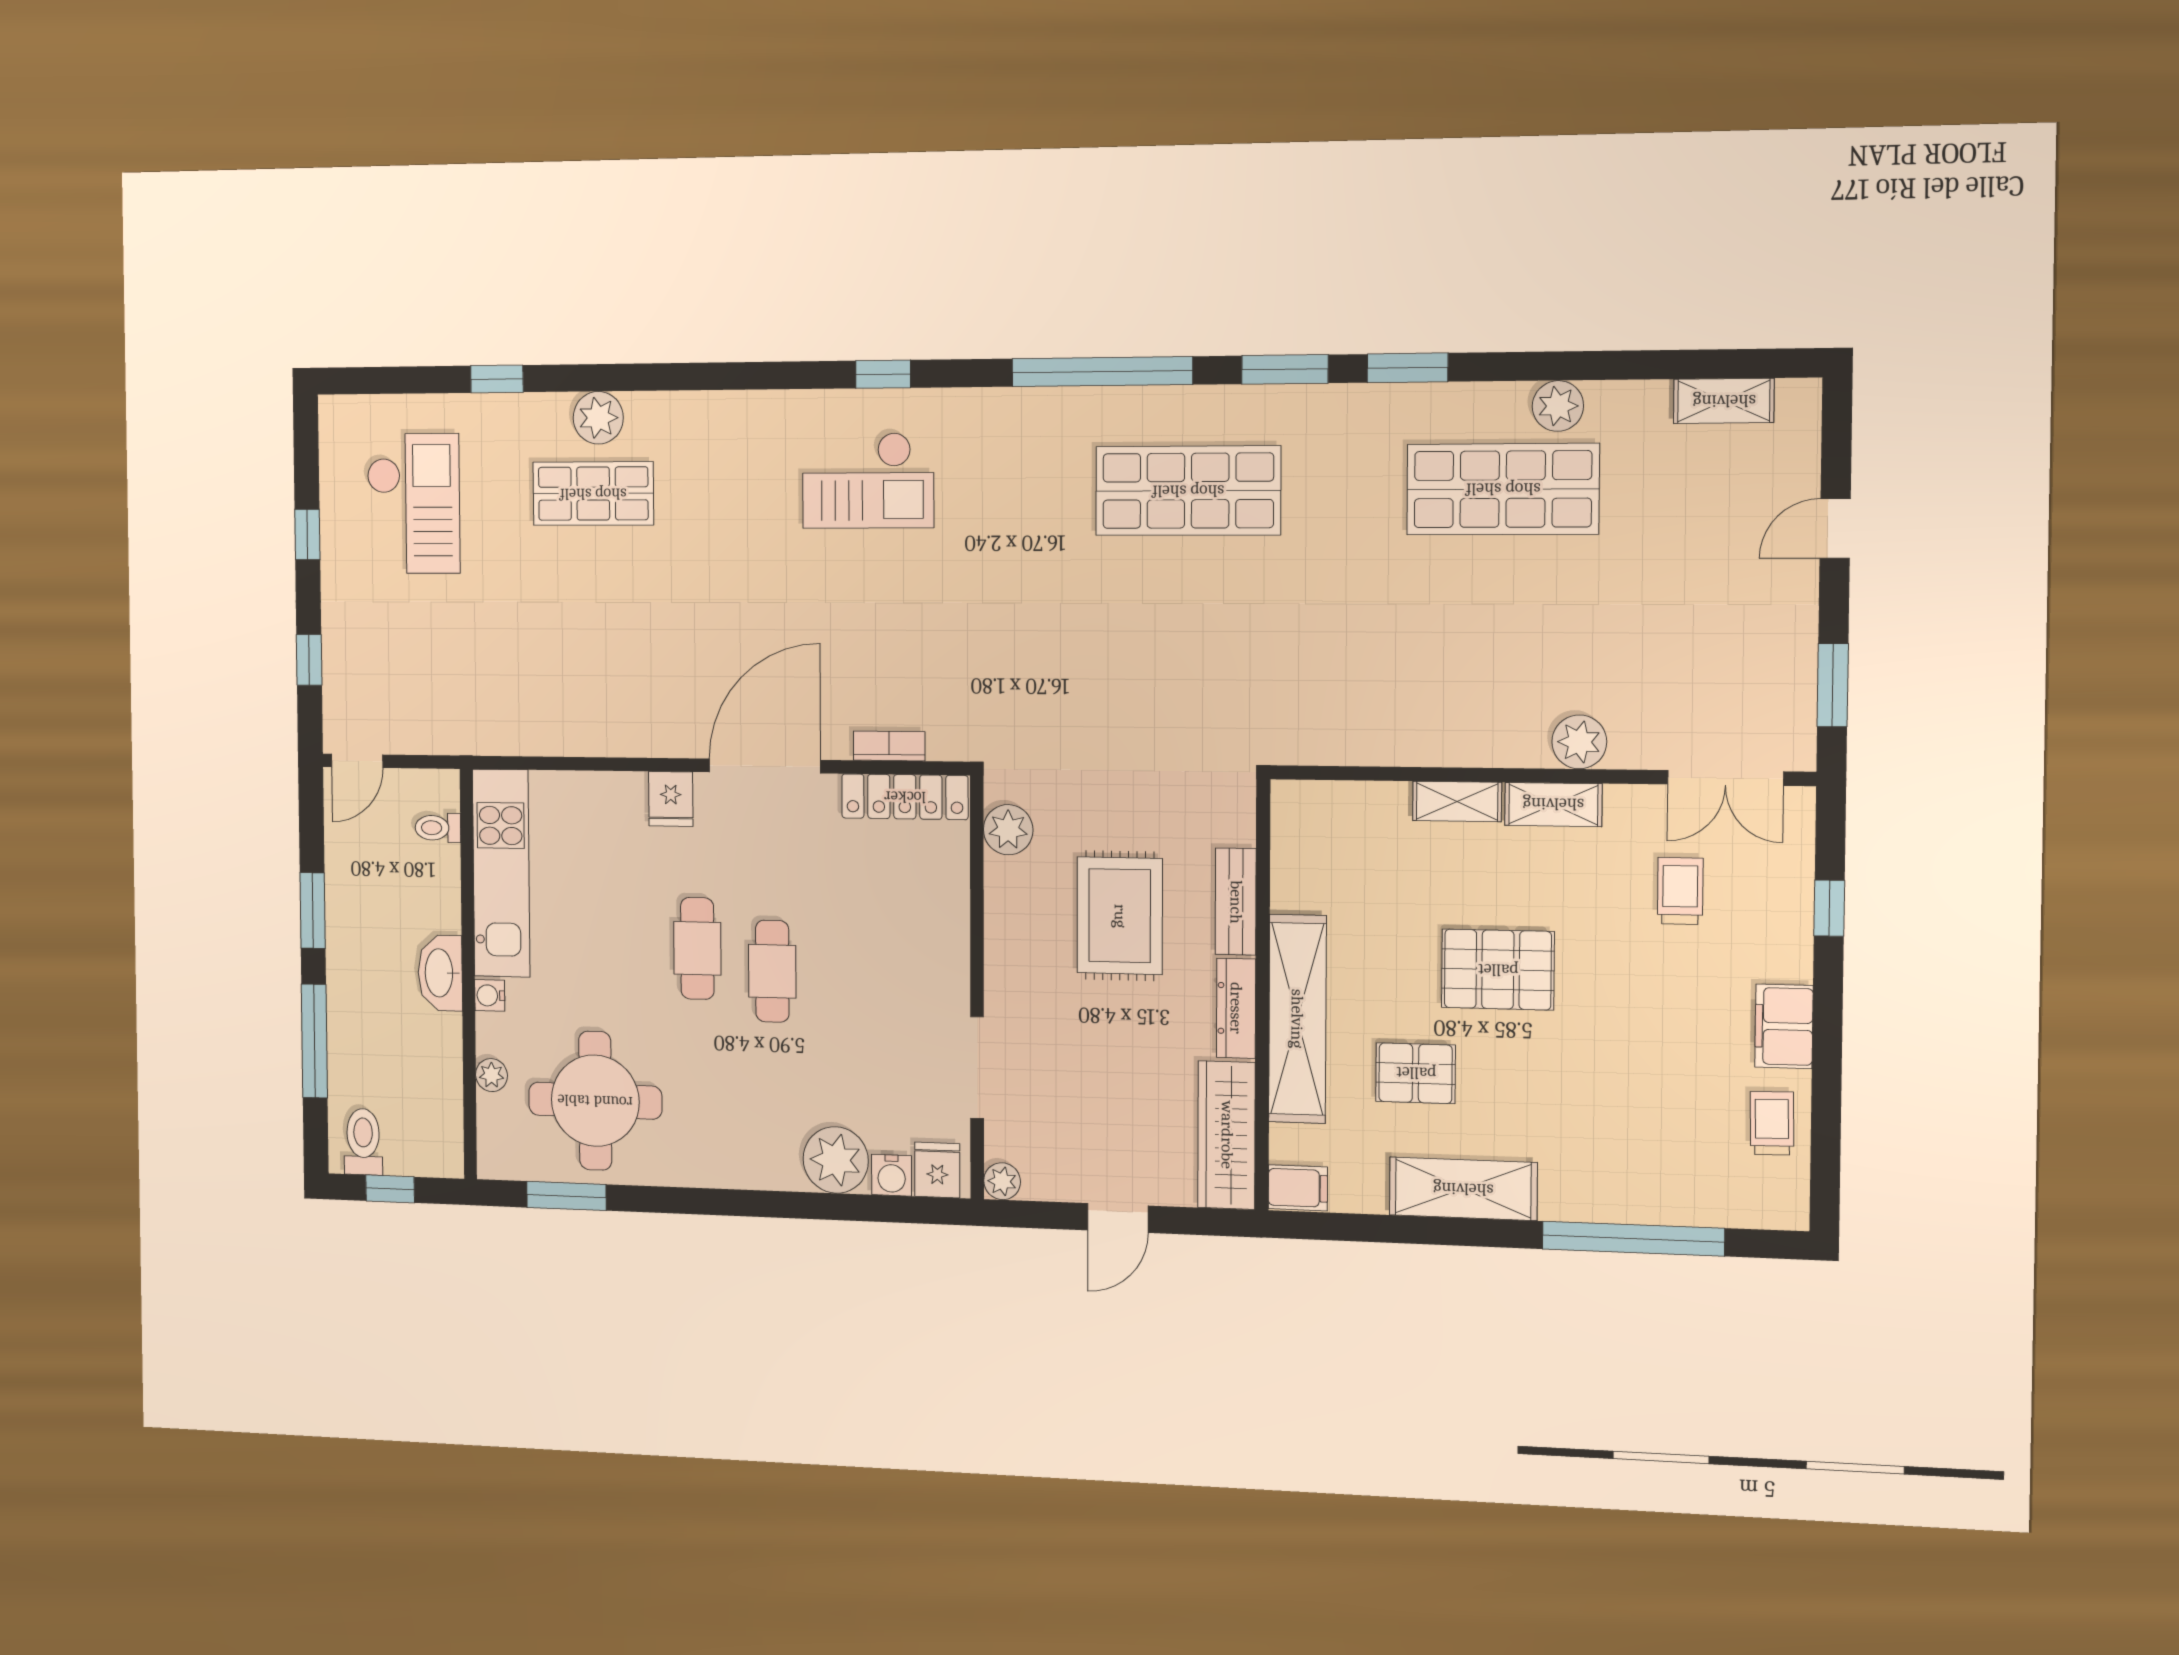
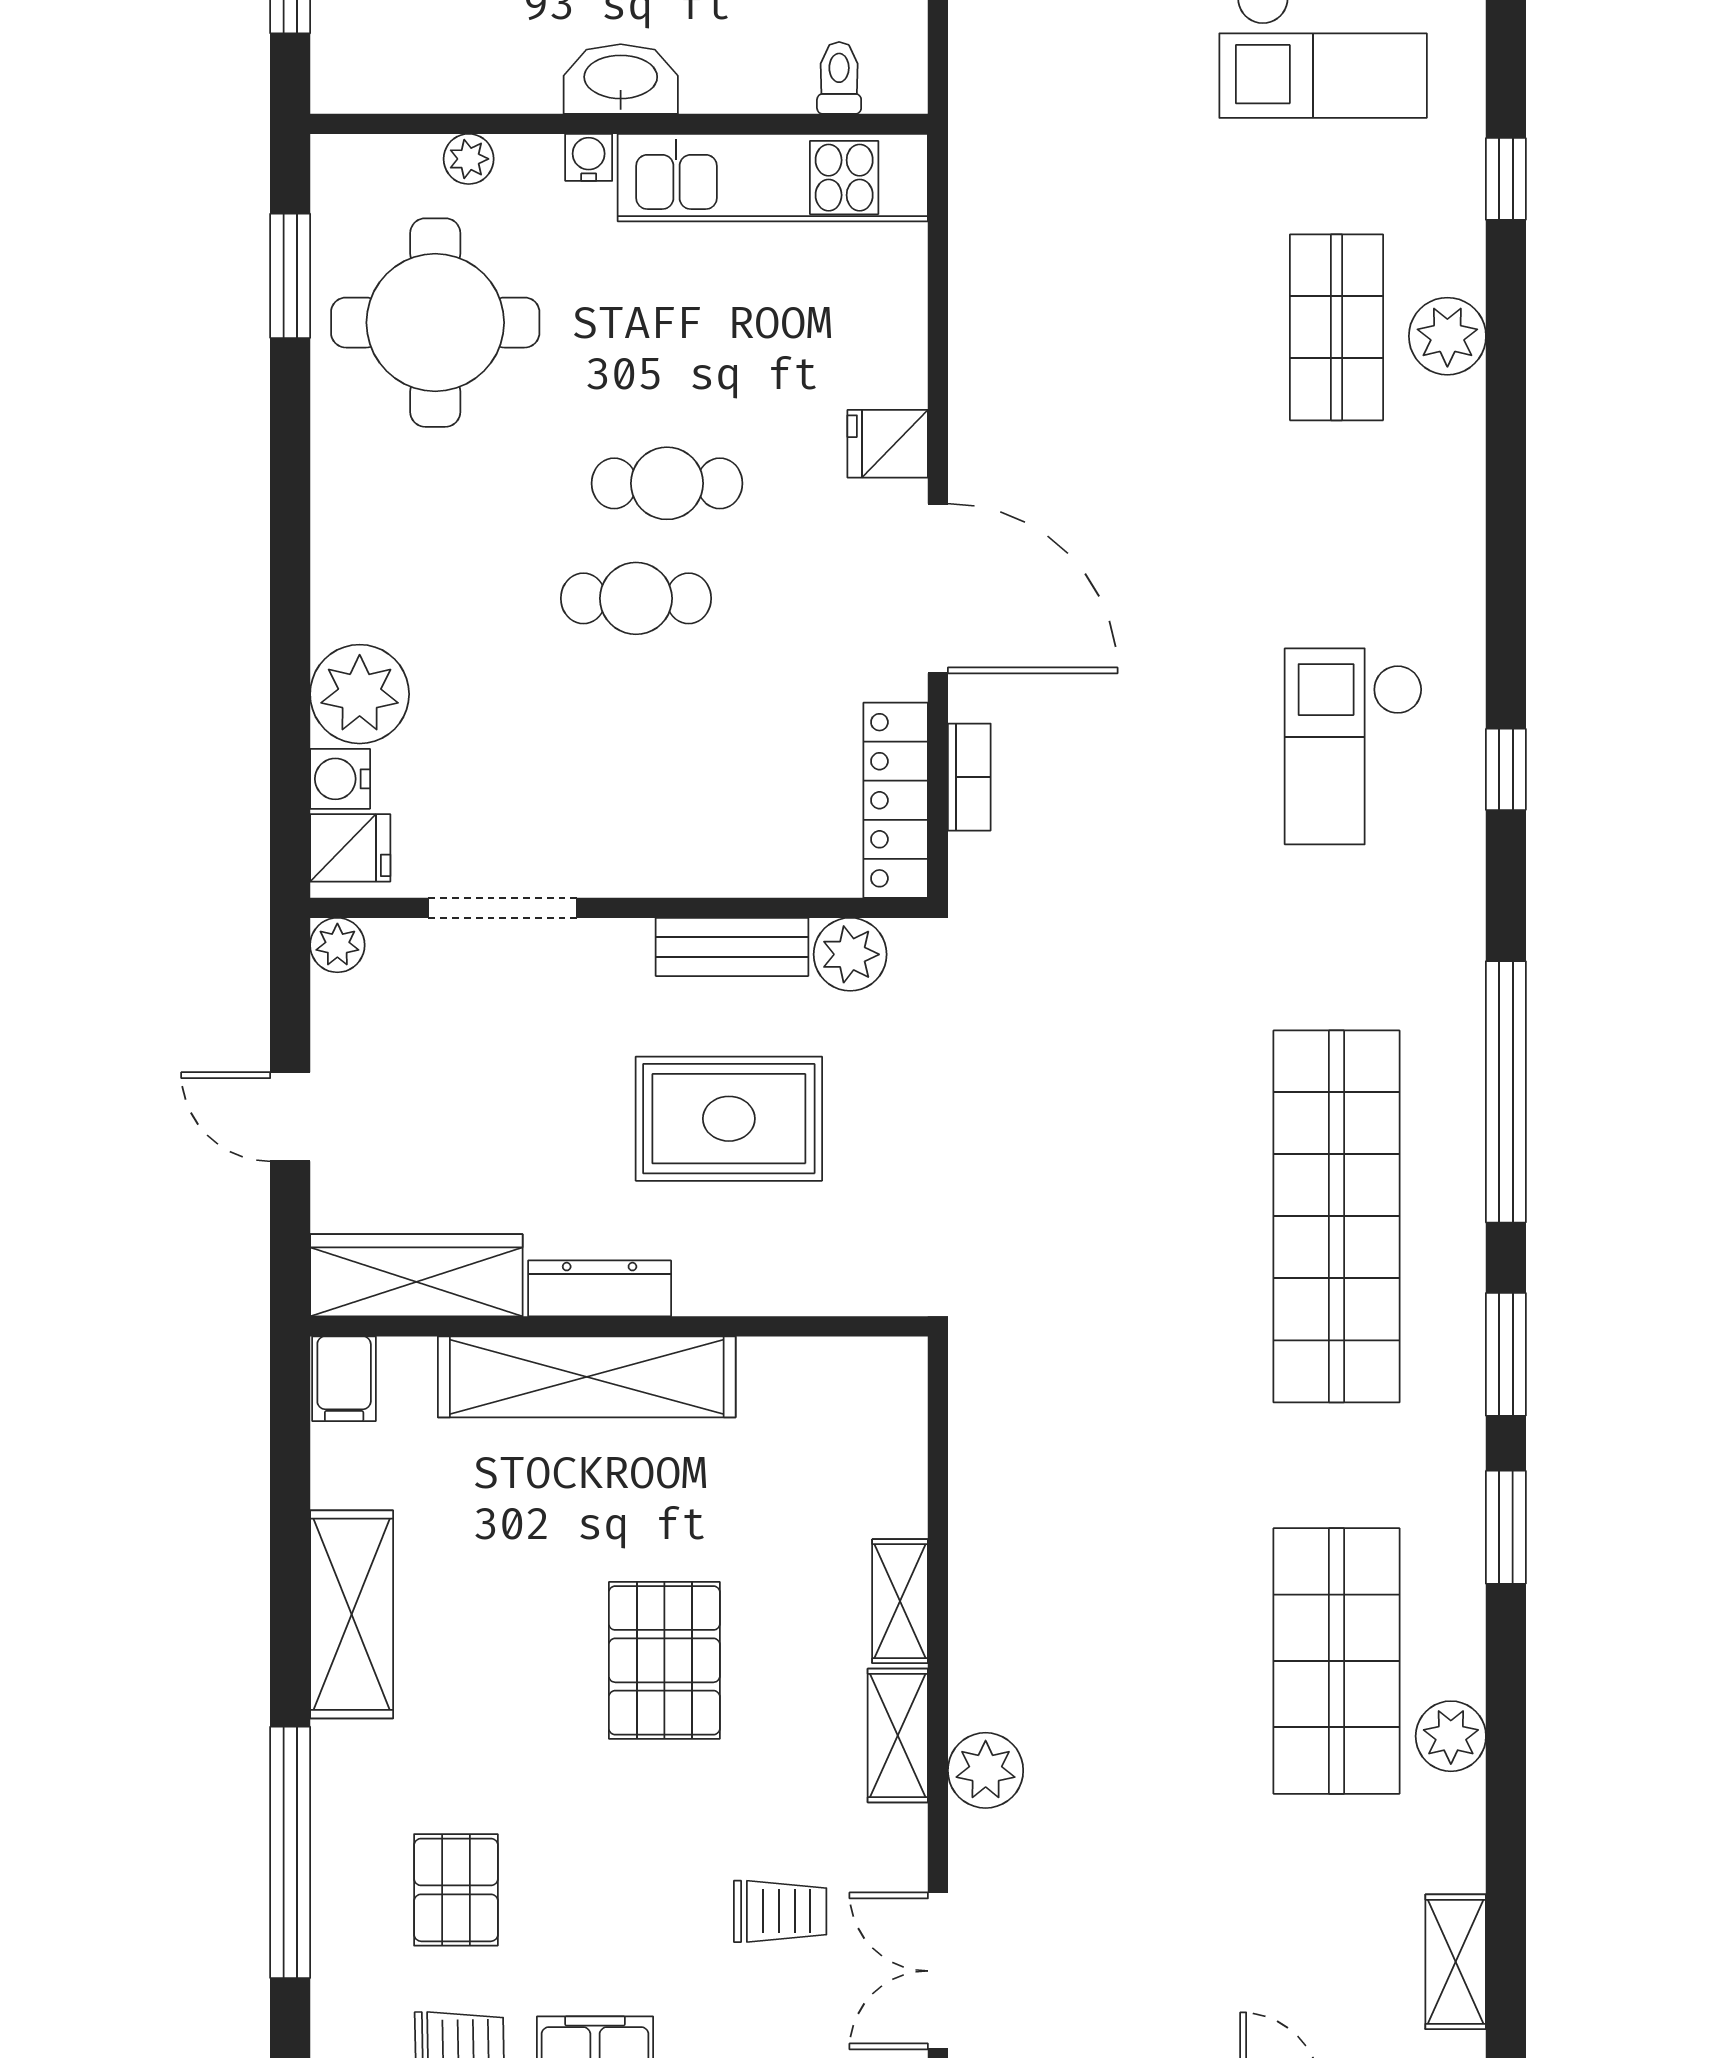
shop shelf: (1188, 491) -> (1337, 1216), width x1.40
bench: (1236, 902) -> (732, 947), moved
pallet: (1416, 1073) -> (456, 1890), moved

